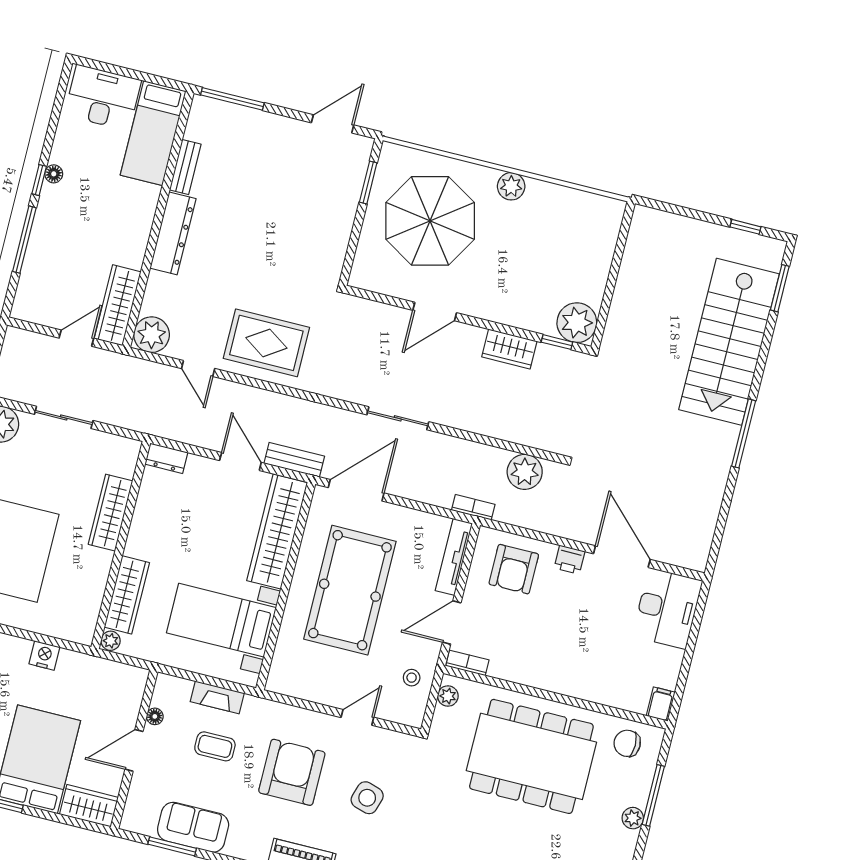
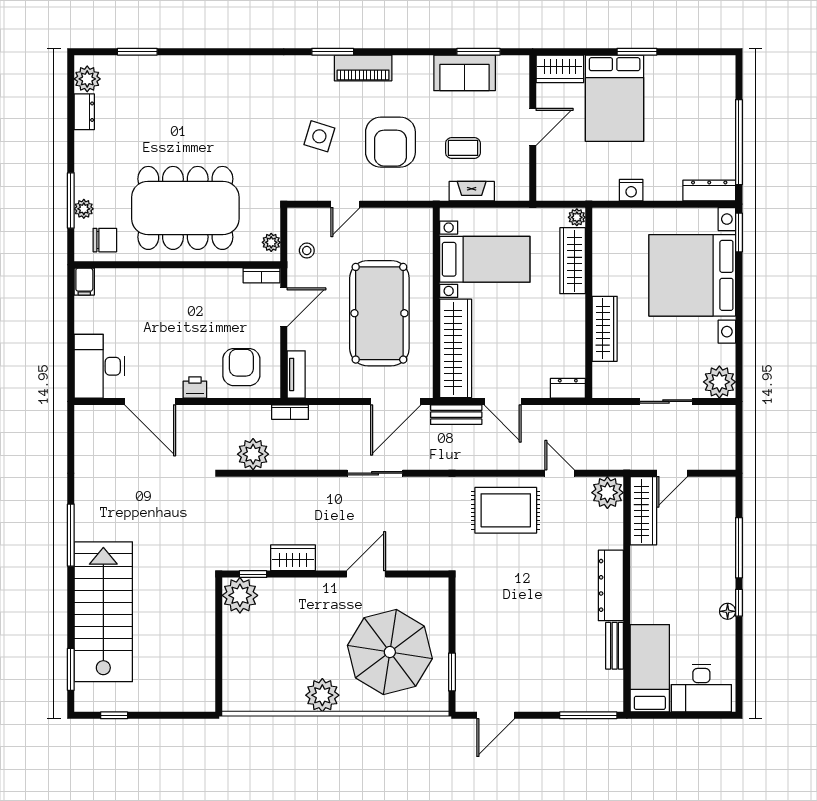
plant: (511, 186) -> (322, 695), width x1.36, depth x1.36
tv unit: (454, 557) -> (296, 374), width x0.71
floor lamp: (155, 716) -> (522, 161), removed
plant: (633, 818) -> (84, 209), moved

